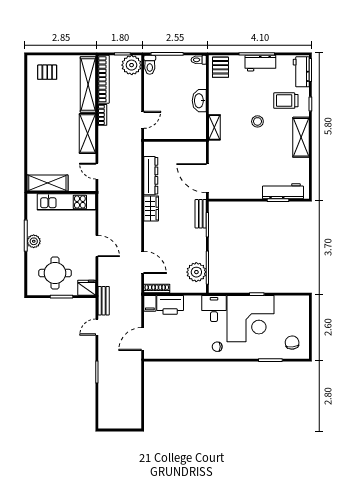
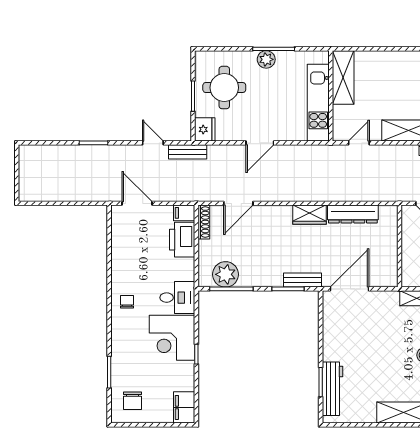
filing cabinet: (297, 303) -> (184, 407), added
corner desk: (250, 319) -> (172, 338), width x0.74, depth x0.74
chair: (292, 343) -> (132, 401), turned 96

